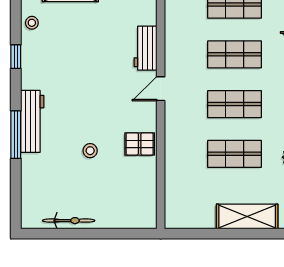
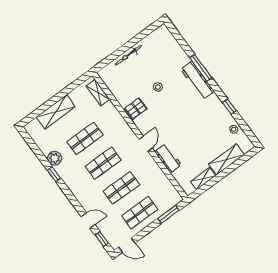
shelving: (174, 201) -> (98, 93), added
bicycle: (69, 221) -> (128, 55), moved

